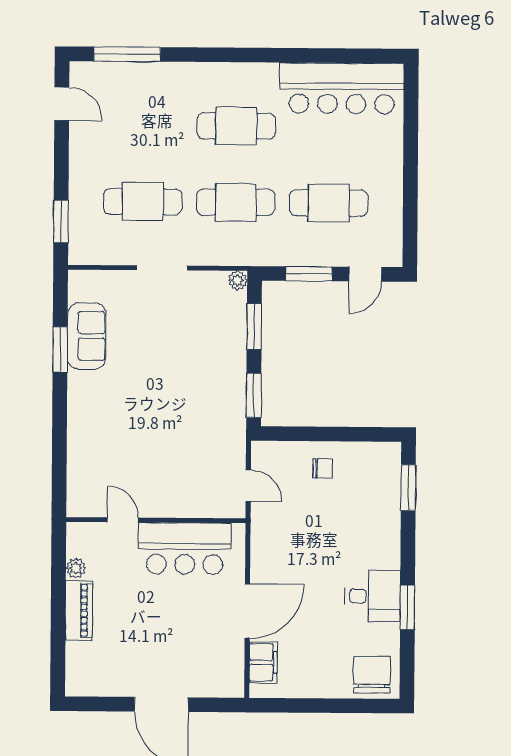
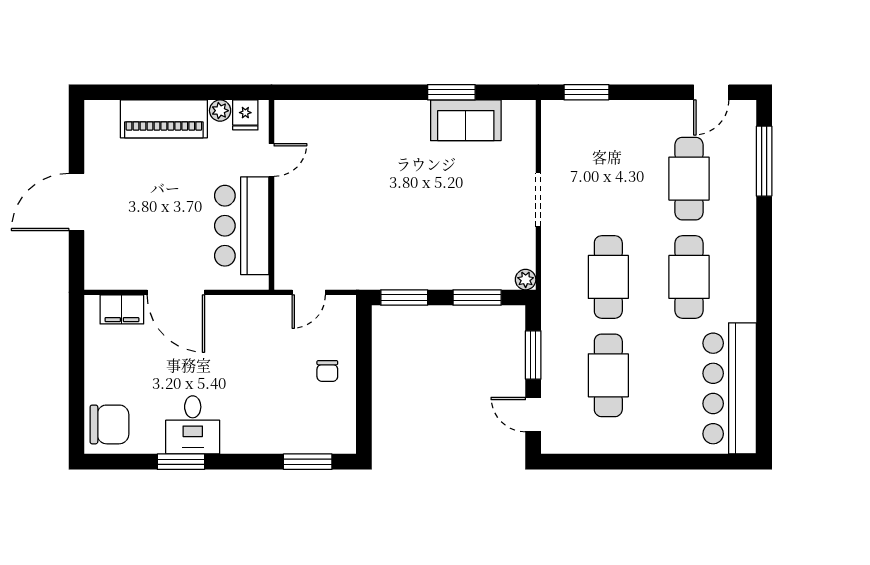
cafe table: (143, 202) -> (689, 179), moved
fridge: (80, 544) -> (245, 115), added
piano: (79, 610) -> (164, 119), width x1.37, depth x1.33

